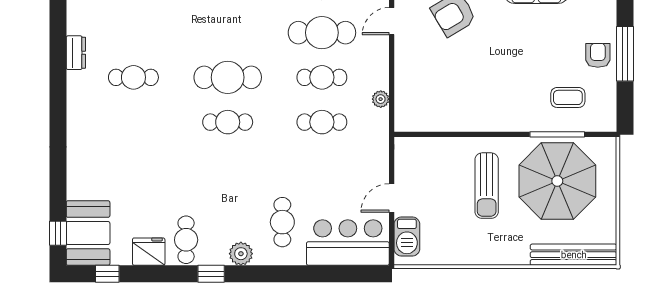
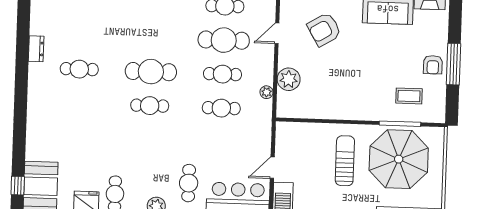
armchair: (598, 55) -> (433, 65), turned 180
plant: (409, 81) -> (289, 79), added
sun lounger: (487, 186) -> (345, 161), turned 180

